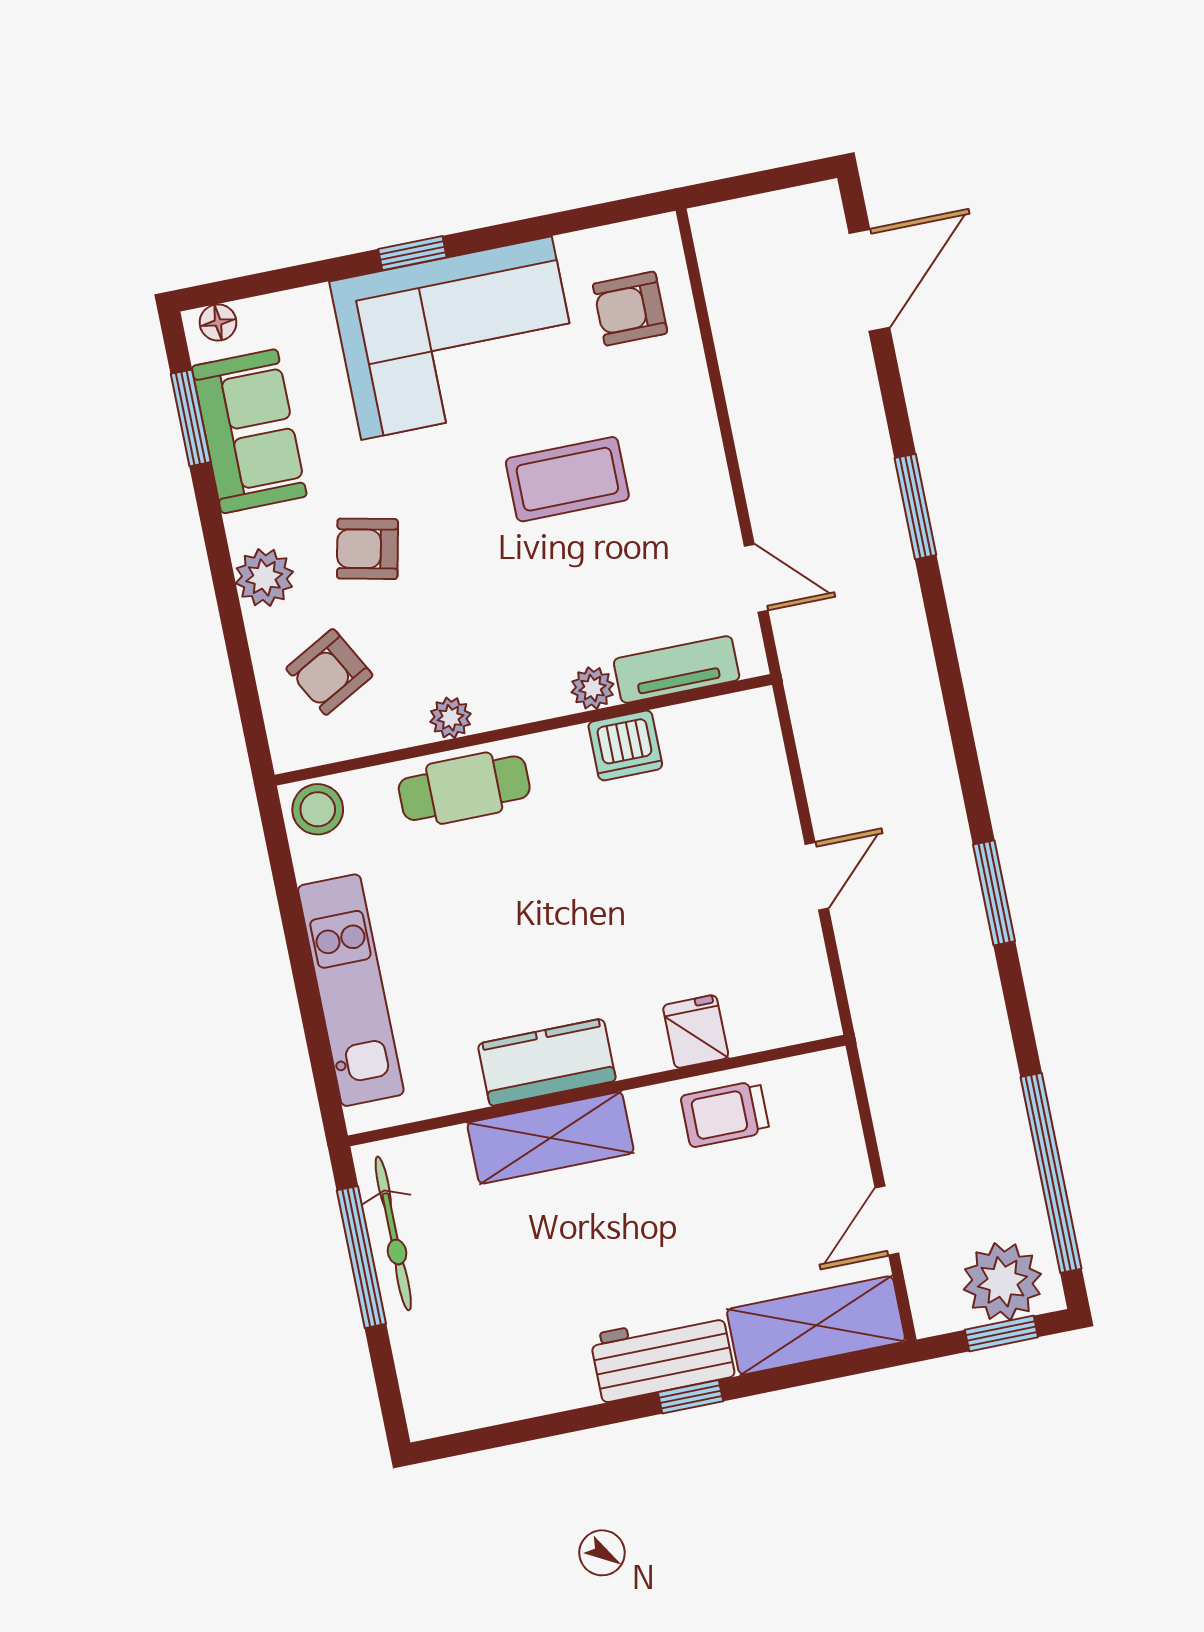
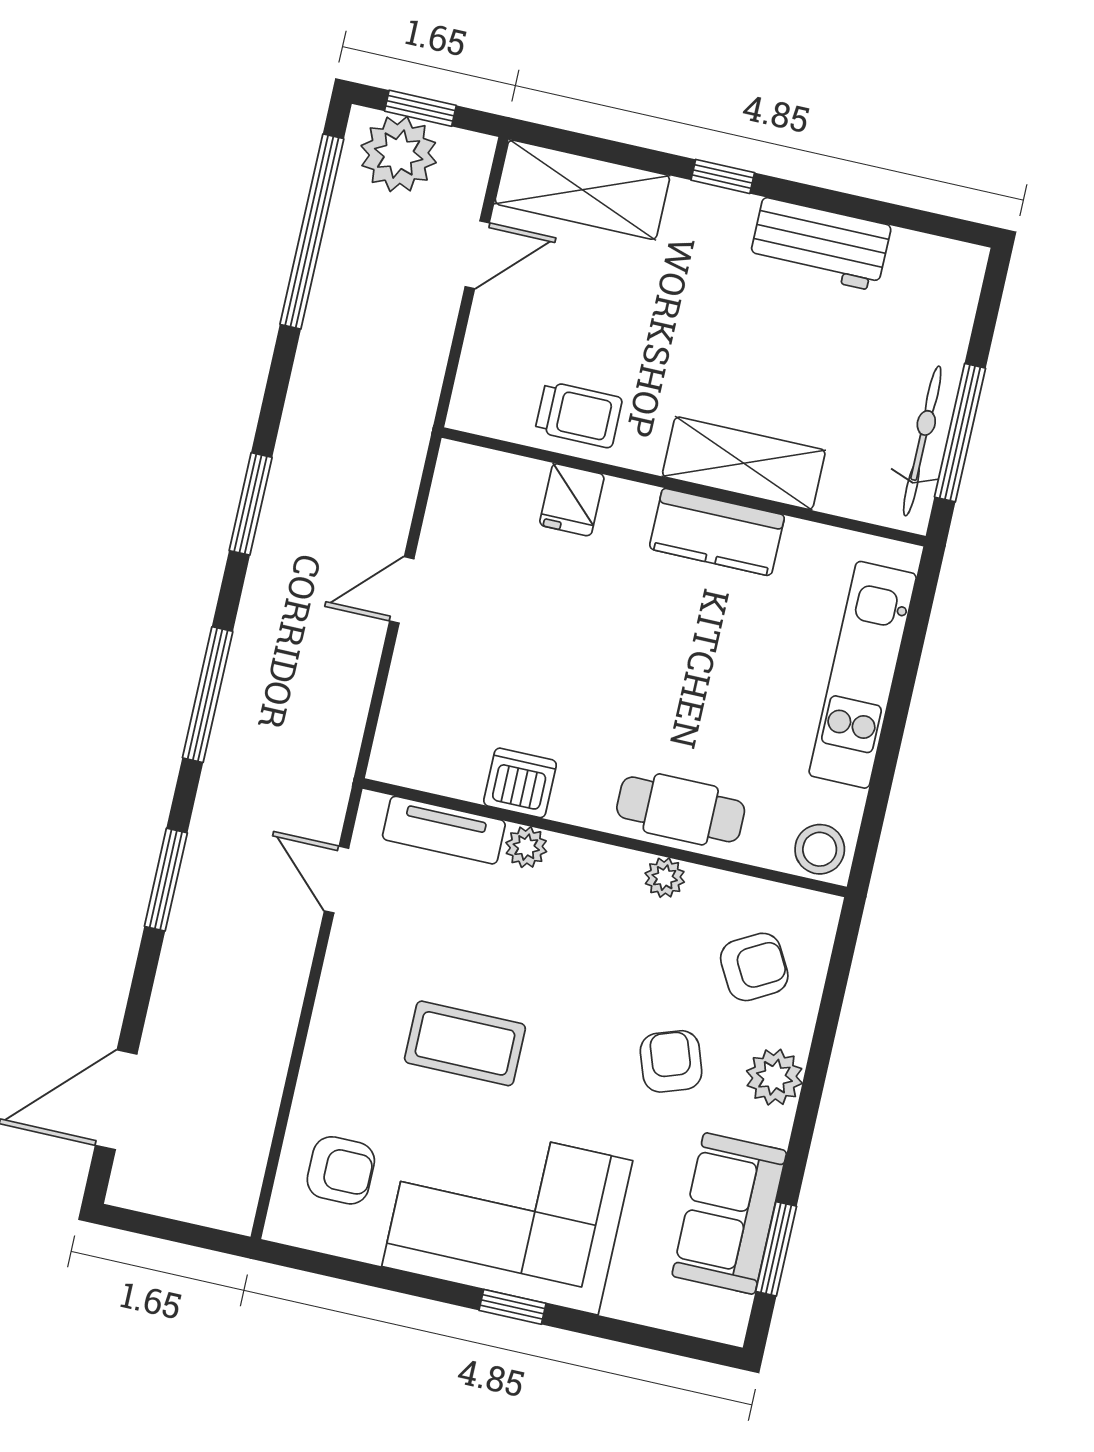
floor lamp: (218, 323) -> (714, 1323), removed
armchair: (367, 549) -> (671, 1061), turned -121
window: (954, 697) -> (208, 695), added
workbench: (662, 1356) -> (820, 244), moved

